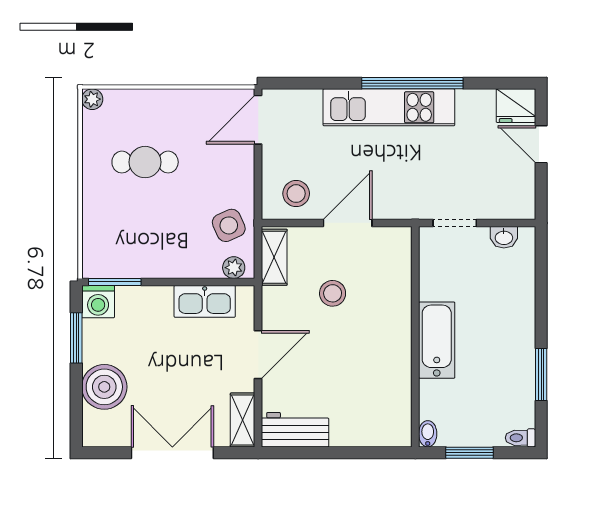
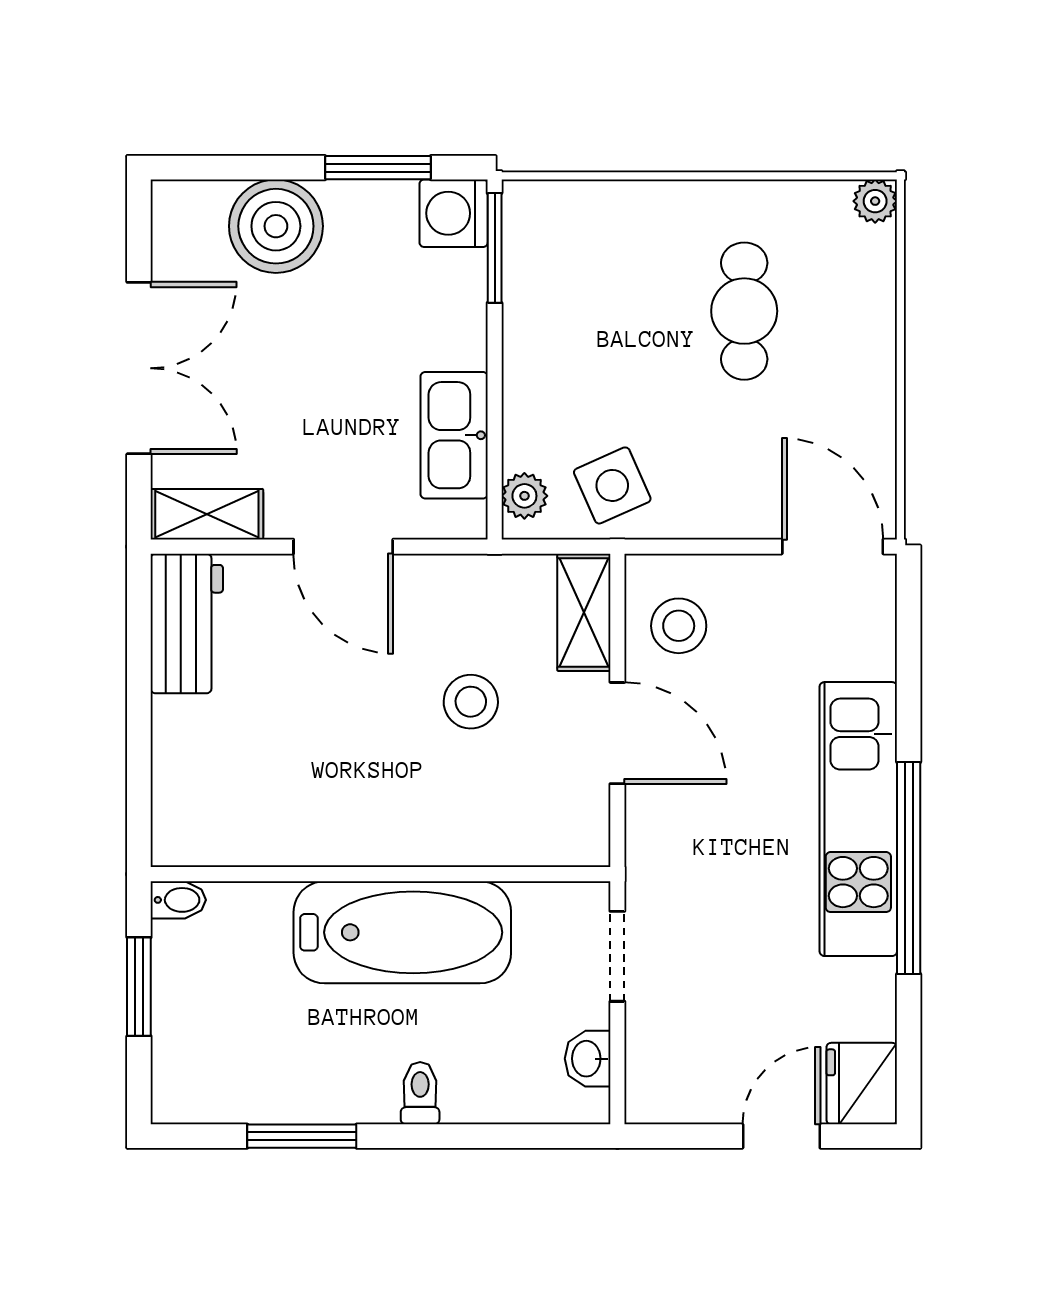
shelving: (274, 257) -> (584, 612), moved, turned 90
bathtub: (437, 340) -> (402, 932), width x1.36, depth x1.36
toilet: (520, 438) -> (420, 1093), moved

